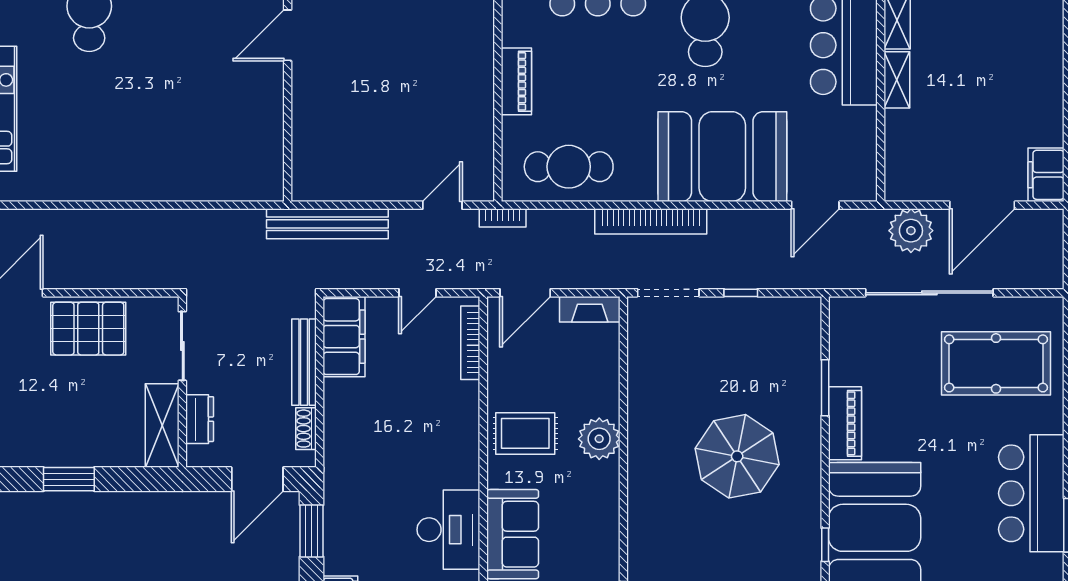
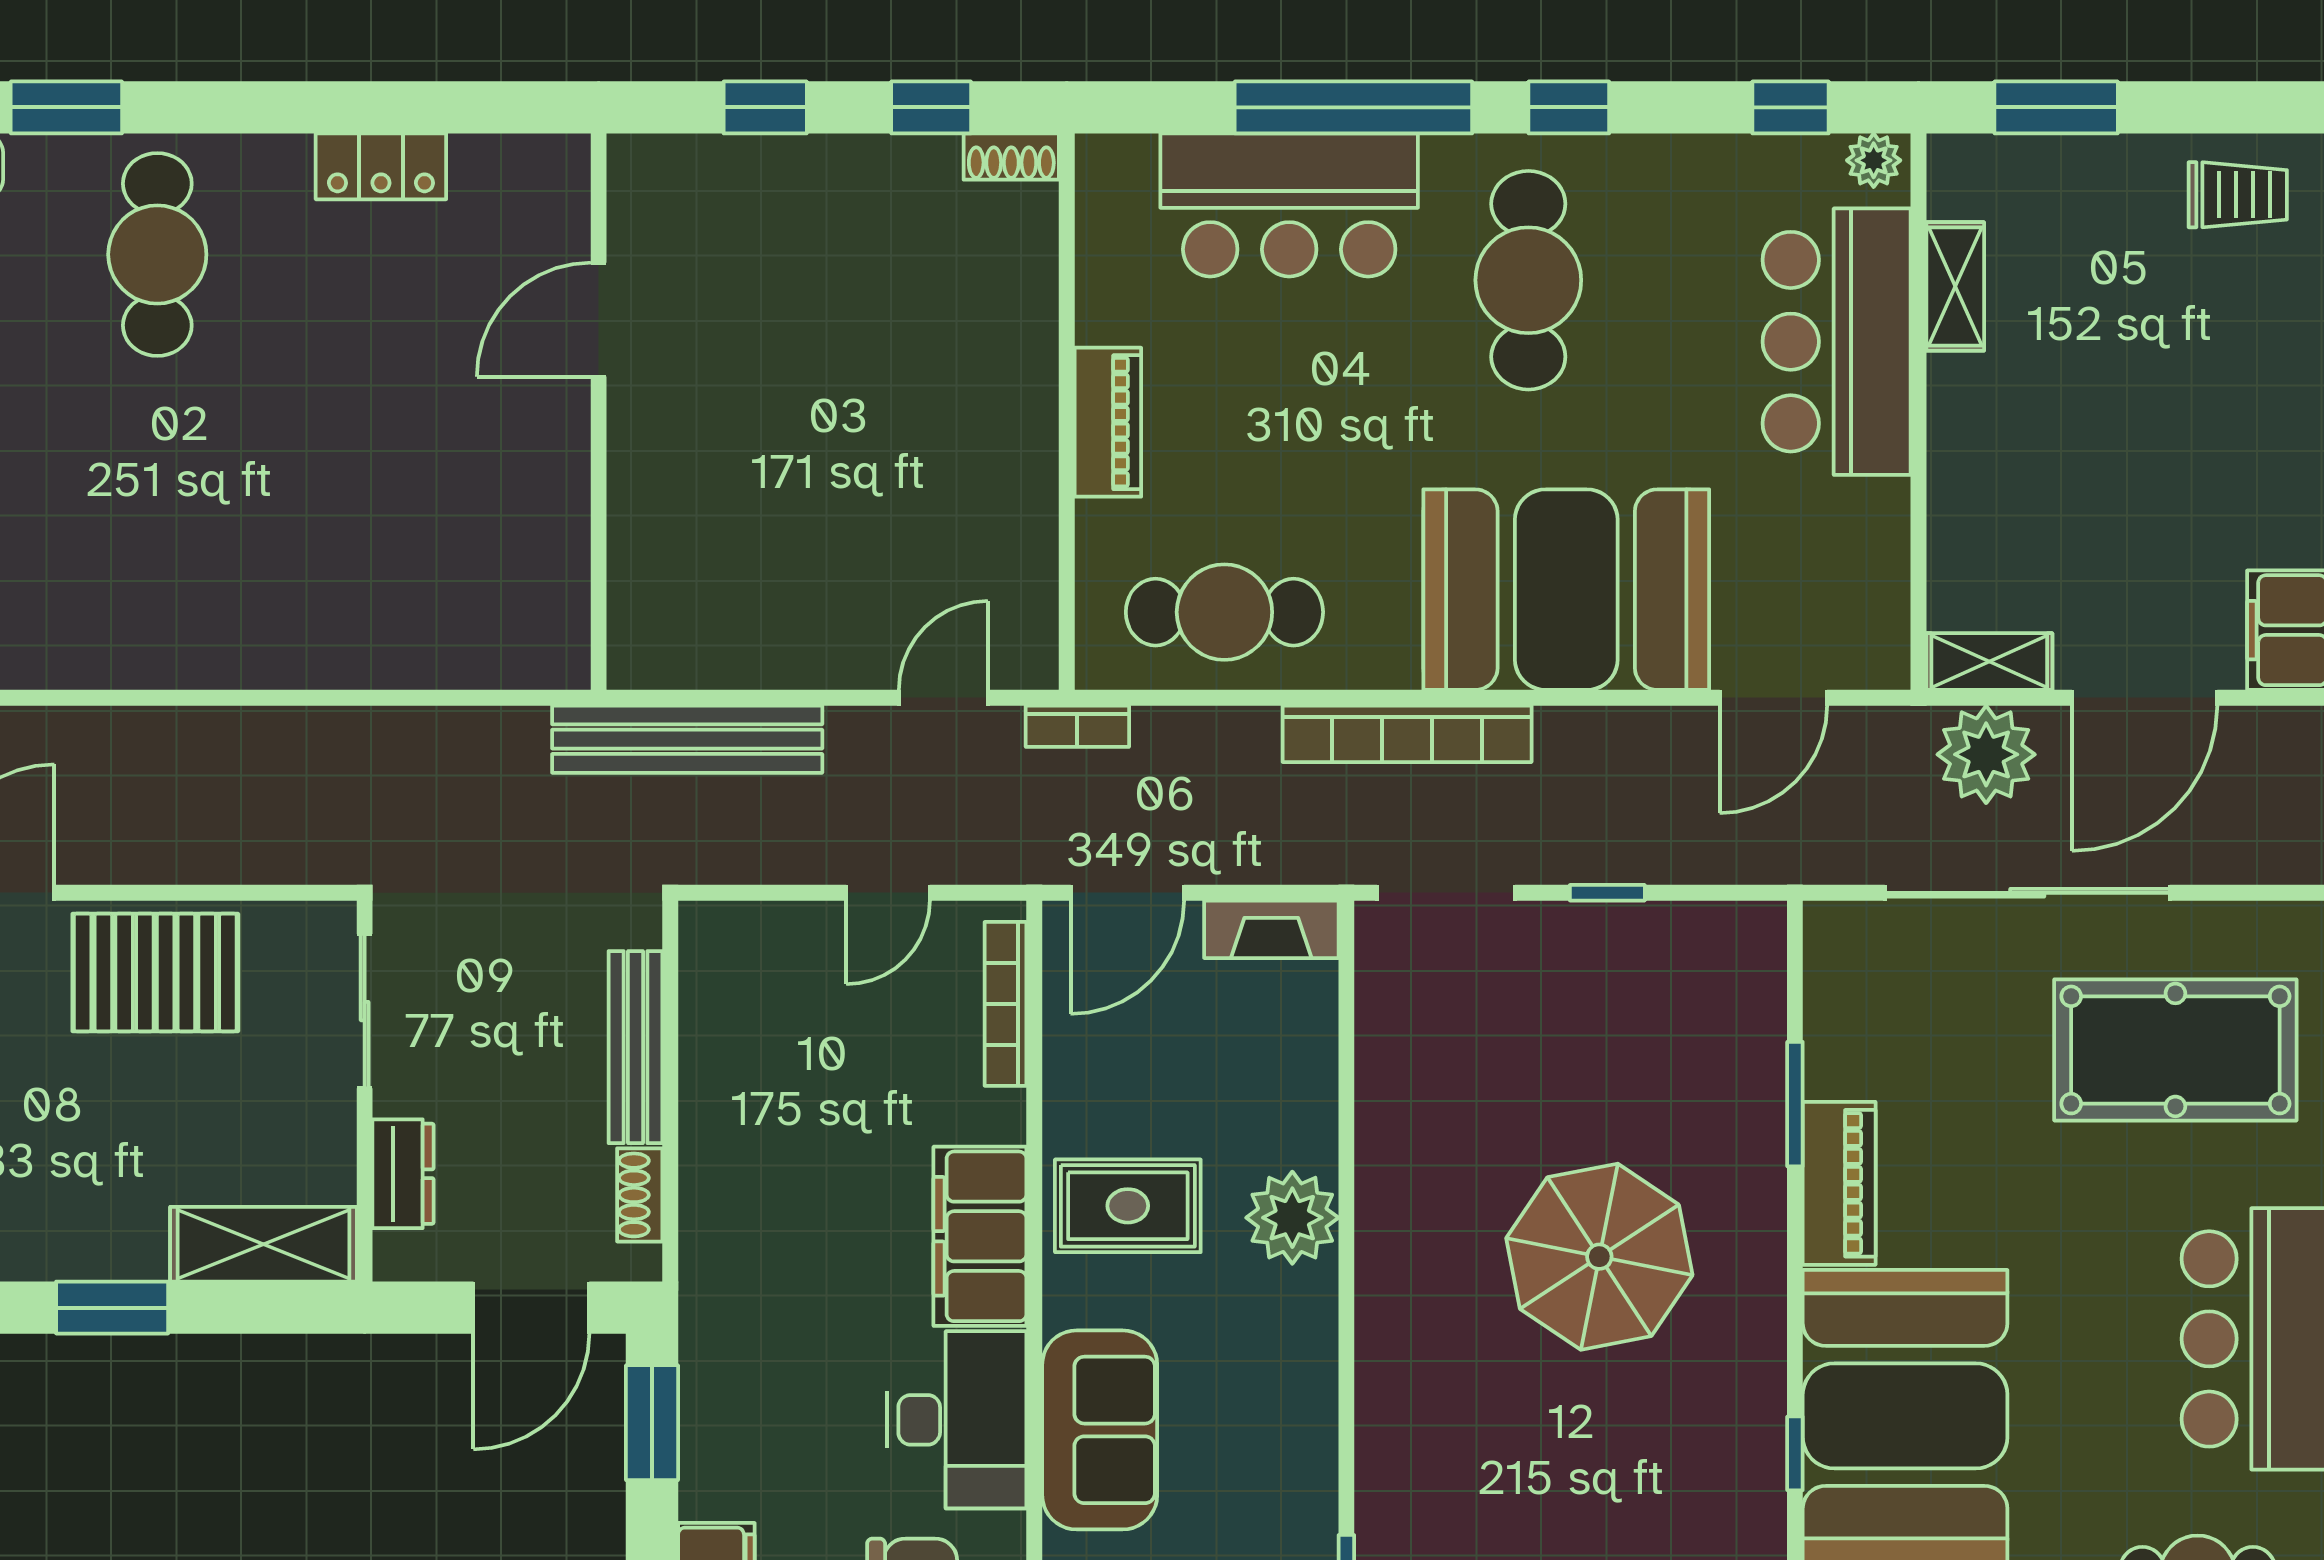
shelving: (897, 80) -> (1989, 662), moved, turned 90
filing cabinet: (344, 337) -> (980, 1236), moved, turned 180
shelving: (162, 426) -> (264, 1244), moved, turned 90

